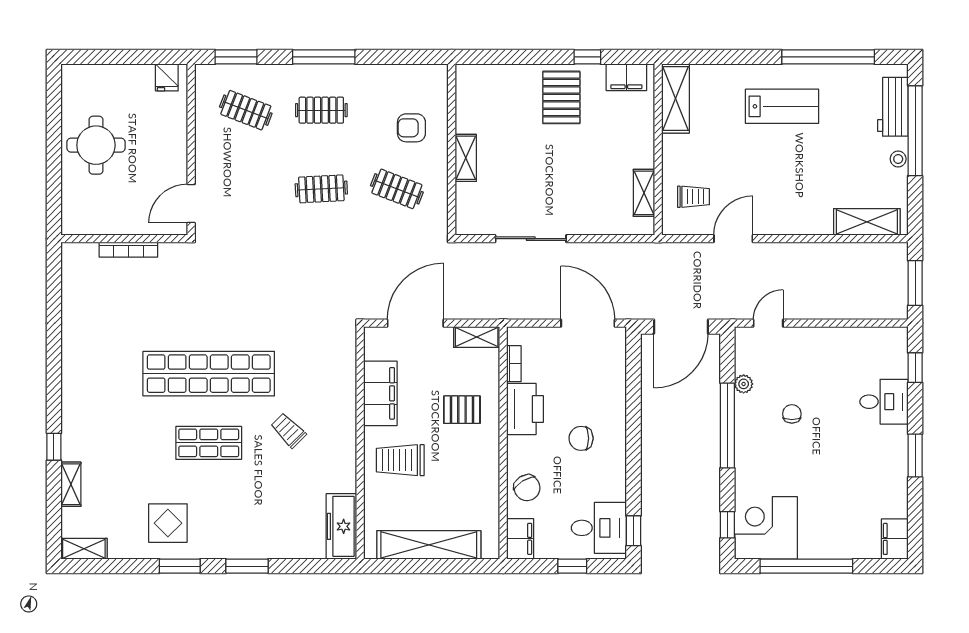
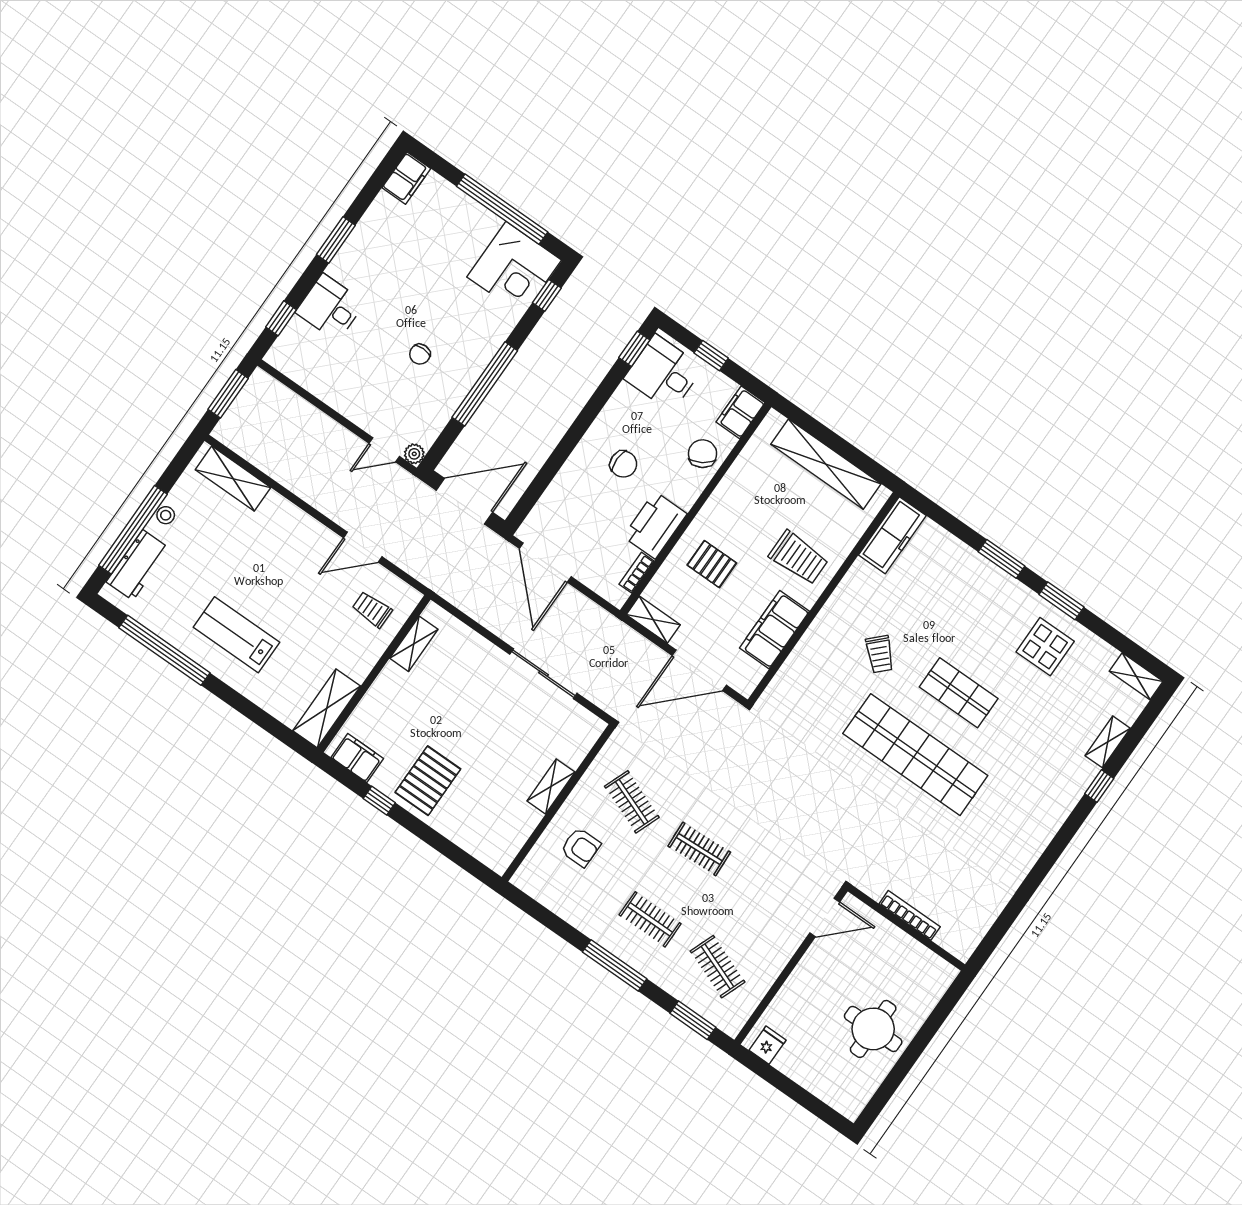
plant: (744, 384) -> (414, 454), moved

